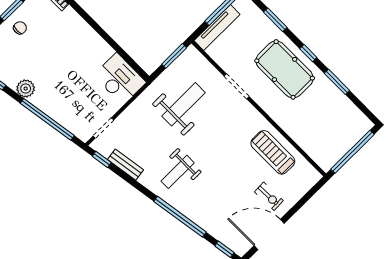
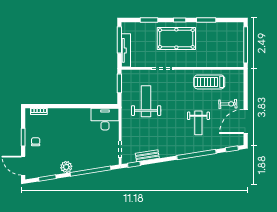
weight bench: (178, 172) -> (198, 123), moved

